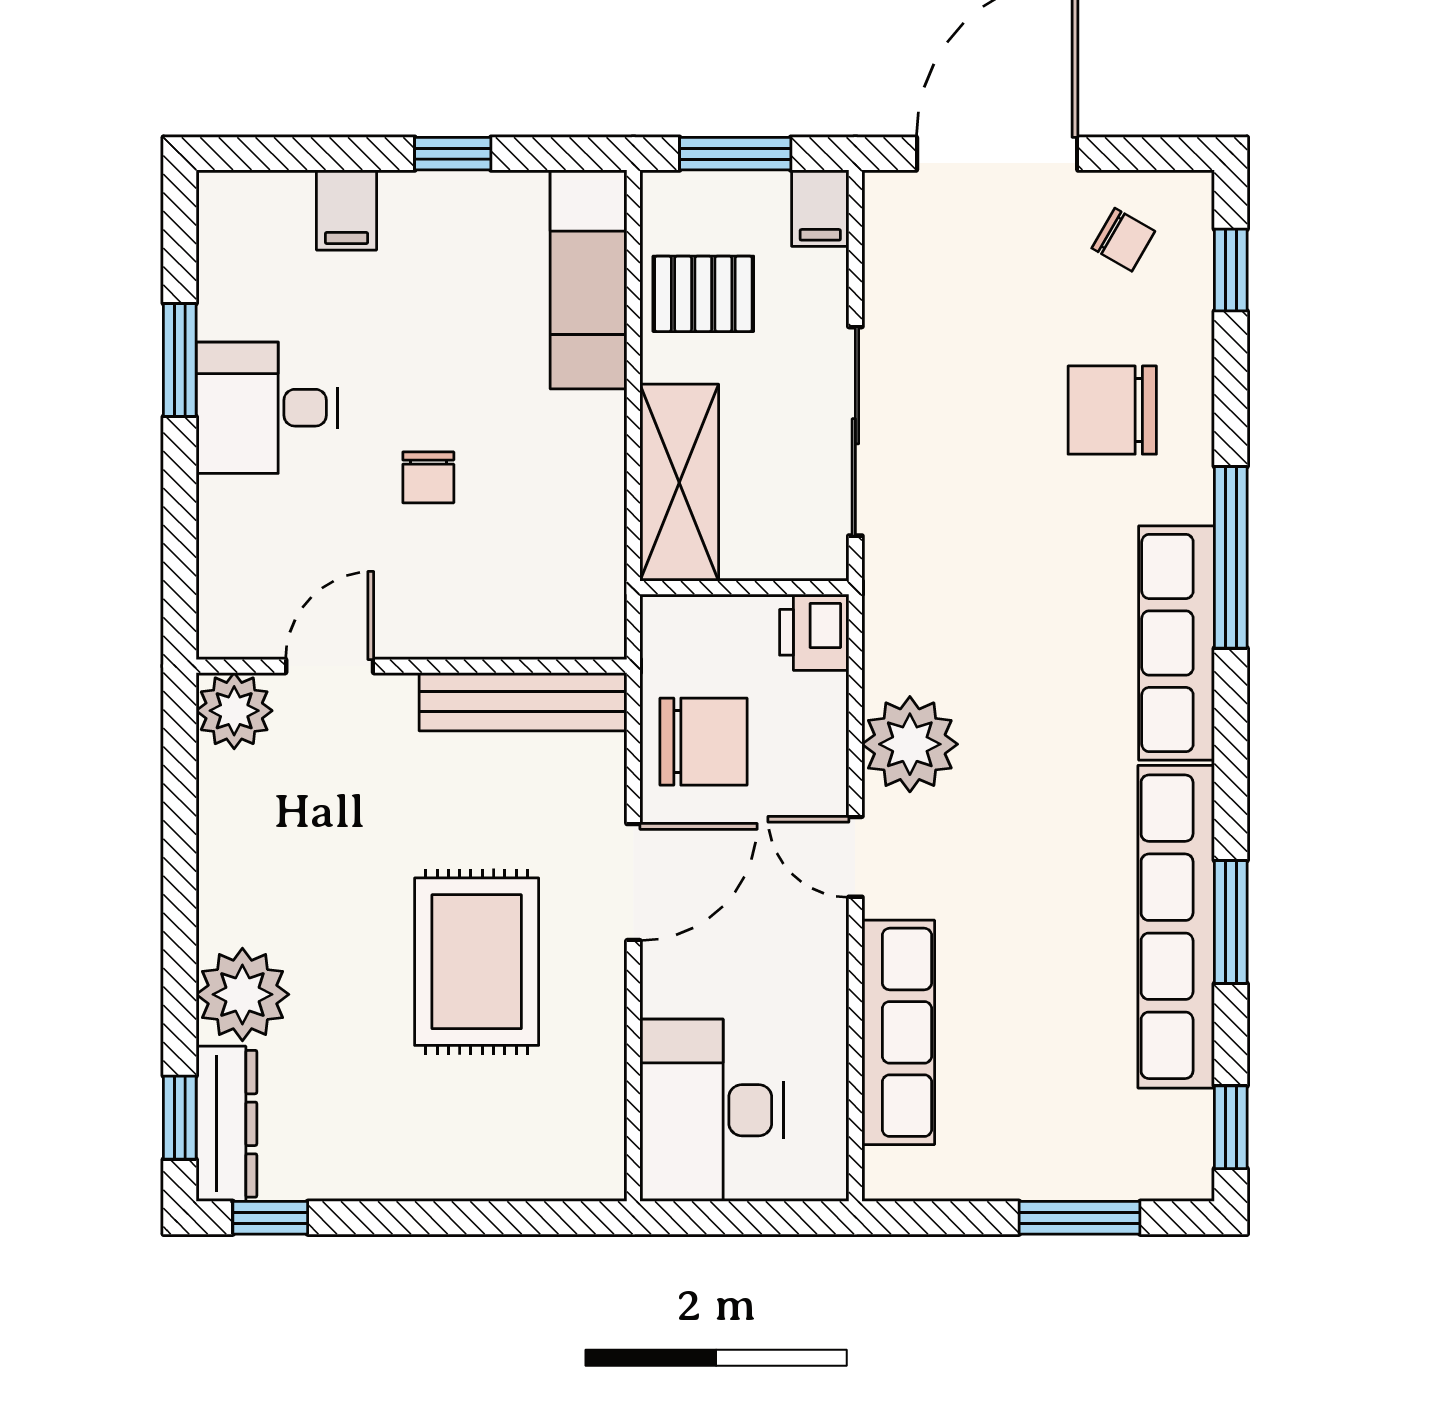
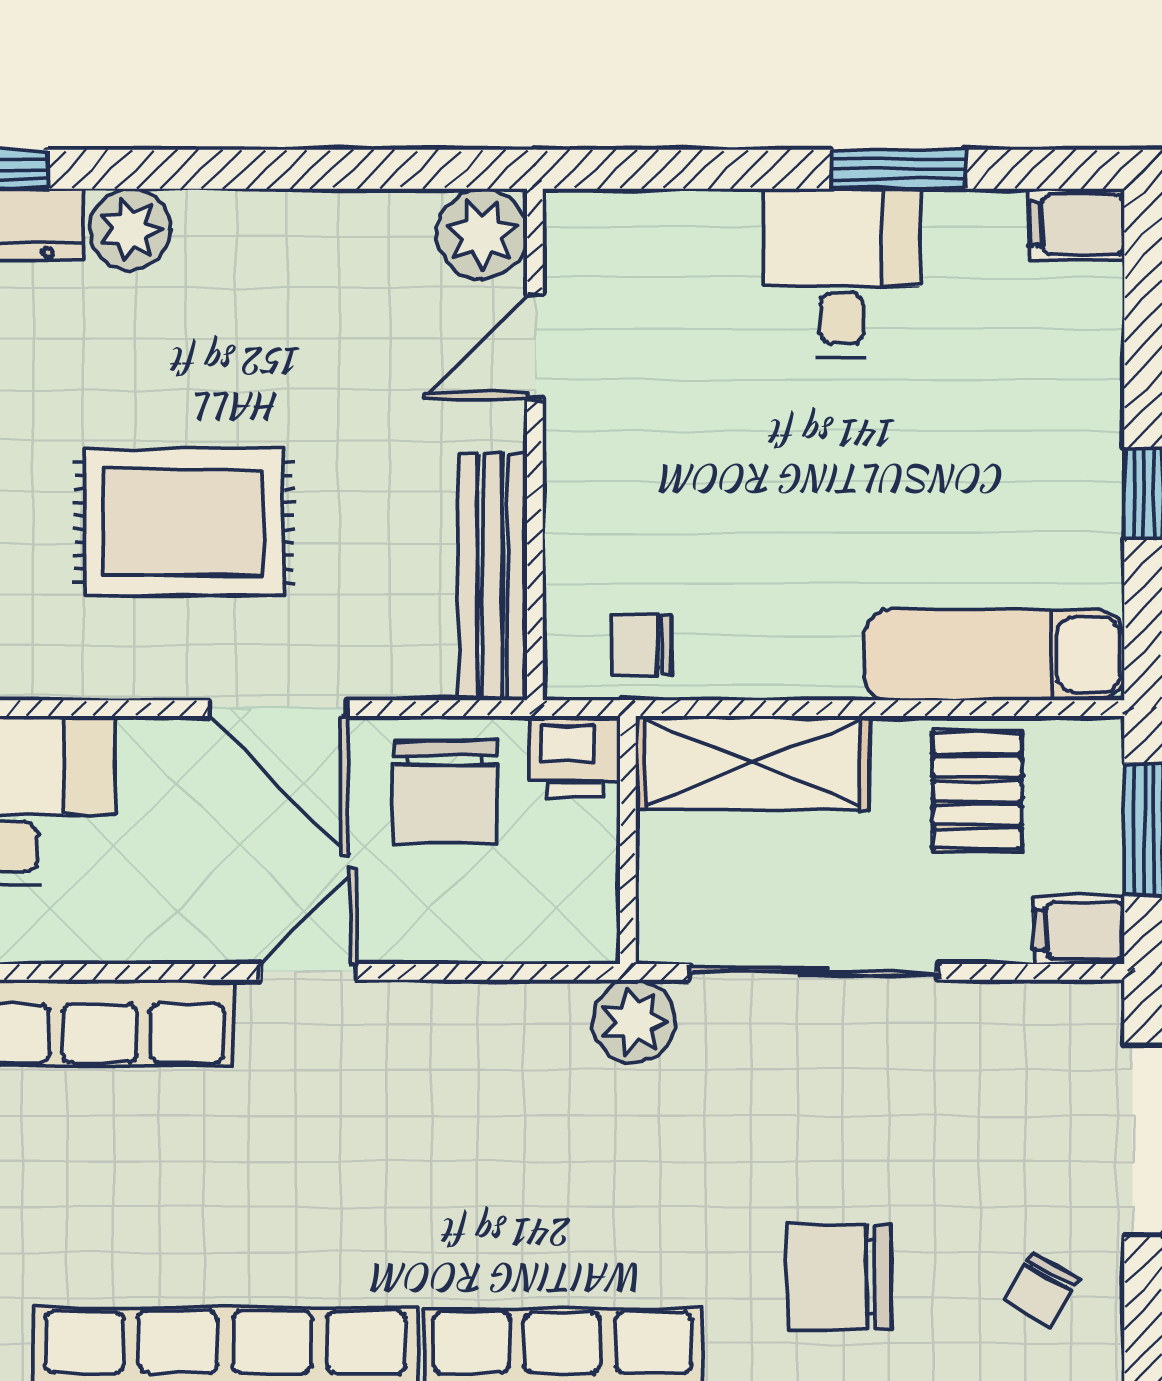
filing cabinet: (347, 210) -> (1077, 224), moved
chair: (1112, 410) -> (839, 1277), turned -90
chair: (428, 477) -> (641, 645), moved
printer: (814, 632) -> (575, 757), moved, turned 180
door: (330, 666) -> (535, 347), swing flipped
plant: (910, 744) -> (634, 1021), moved, width x0.73, depth x0.73
plant: (242, 994) -> (130, 229), width x0.73, depth x0.73

